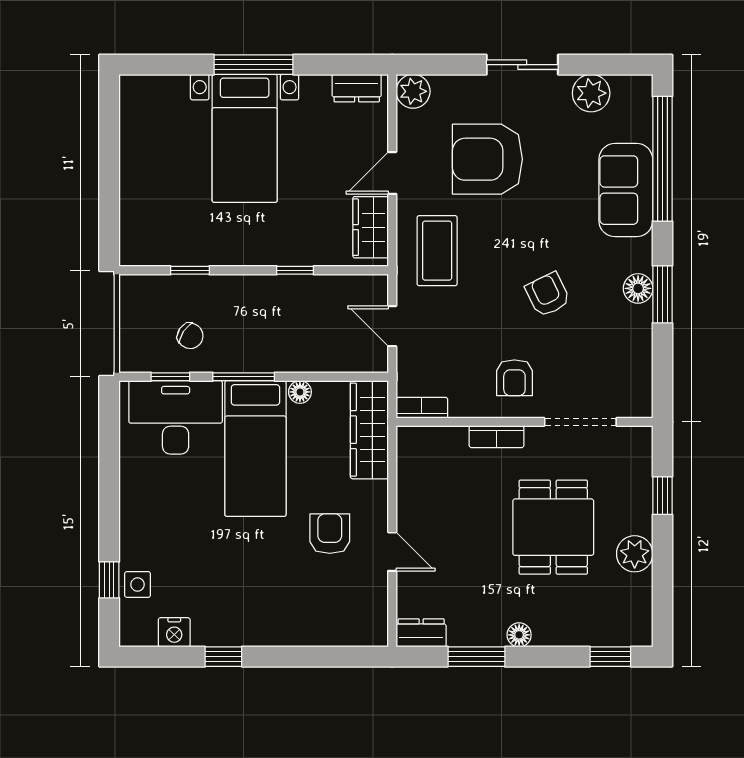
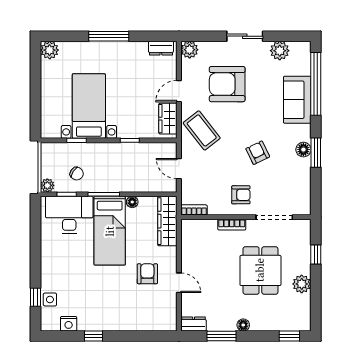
plant: (137, 92) -> (50, 50), added
bed with nightstands: (245, 138) -> (89, 106), moved, turned 180
coffee table: (437, 251) -> (202, 130), turned -38
plant: (132, 359) -> (47, 185), added
armchair: (514, 378) -> (241, 195), turned -90

